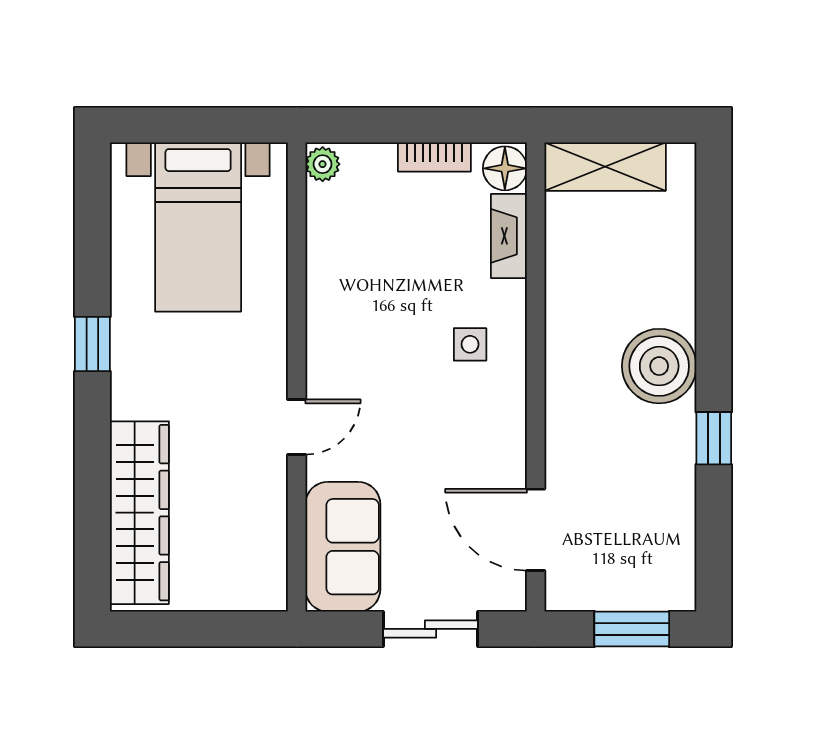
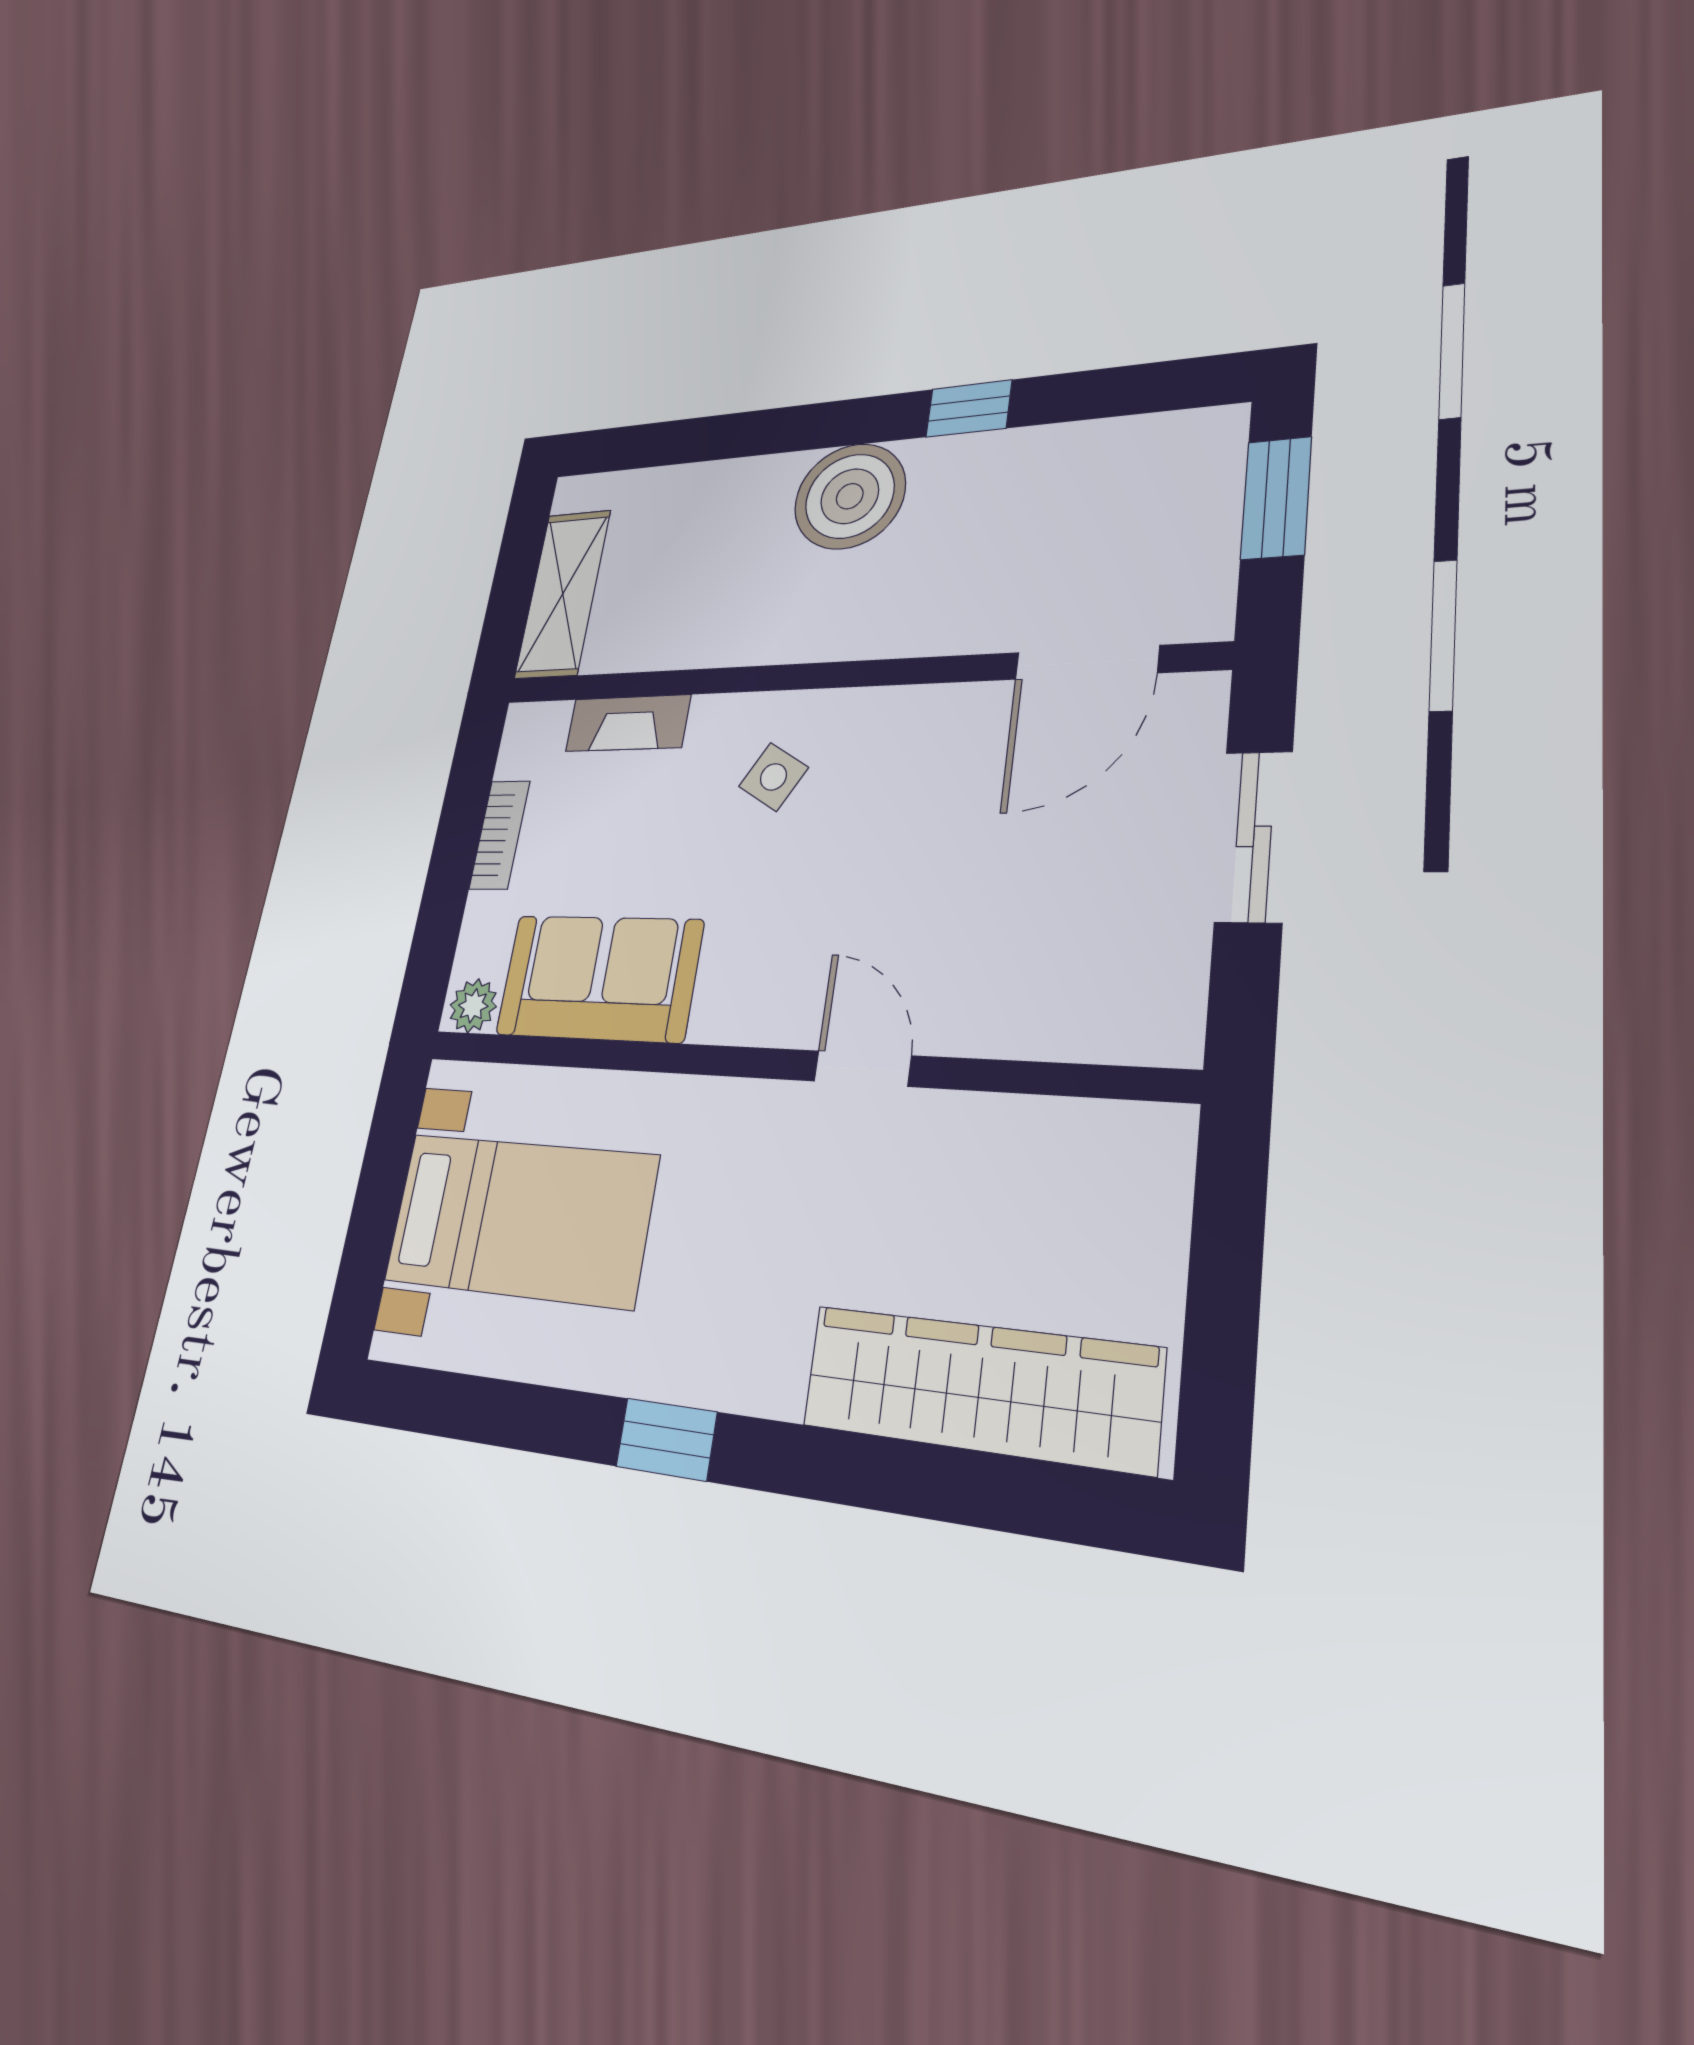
floor lamp: (505, 168) -> (536, 732), removed
side table: (470, 344) -> (773, 777), turned 31
sofa: (343, 547) -> (599, 978), moved

